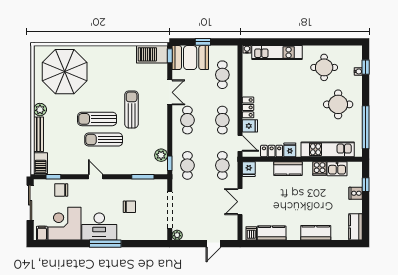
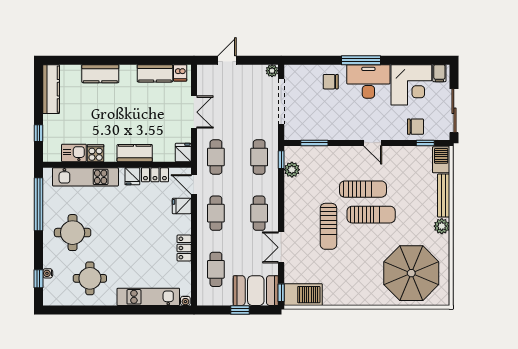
locker: (248, 107) -> (184, 248), moved
cooker: (356, 193) -> (51, 123), removed
chair: (129, 207) -> (331, 82), moved
kitchen counter: (355, 227) -> (51, 89), width x1.50

